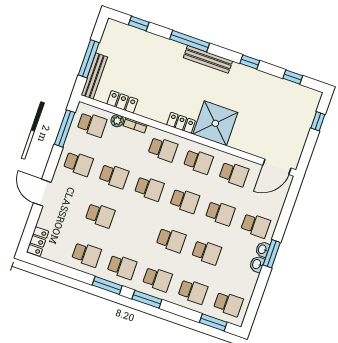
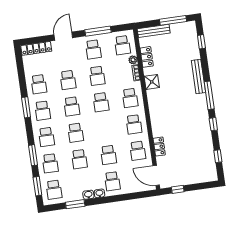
window: (190, 41) -> (209, 95), moved
window: (89, 59) -> (173, 20), moved
bench: (208, 59) -> (198, 76), moved
window: (318, 121) -> (178, 189), moved
locker: (181, 123) -> (159, 147), moved
shower: (215, 123) -> (152, 82), moved, width x0.54, depth x0.54
window: (65, 128) -> (98, 31), moved
school desk: (185, 201) -> (72, 106), moved
locker: (38, 241) -> (36, 48), width x1.53
window: (272, 254) -> (75, 204), moved
window: (147, 299) -> (33, 155), moved

